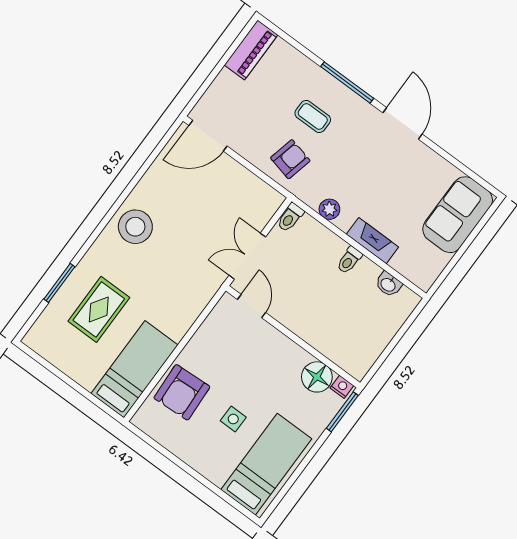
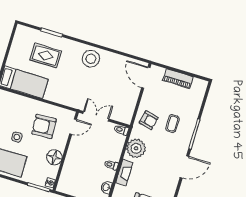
piano: (251, 50) -> (178, 79), moved
plant: (329, 209) -> (136, 148), width x1.88, depth x1.88
floor lamp: (317, 377) -> (54, 157), moved
armchair: (182, 392) -> (44, 126), moved

